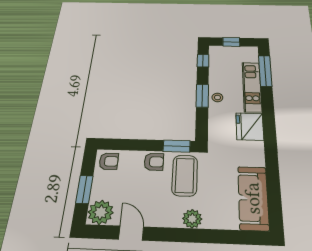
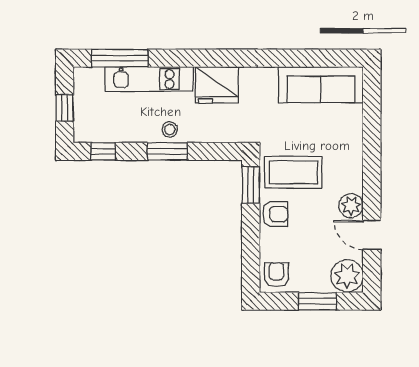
armchair: (154, 162) -> (275, 214), turned 90
plant: (192, 219) -> (351, 206), moved
door: (131, 233) -> (372, 235), hinge flipped

